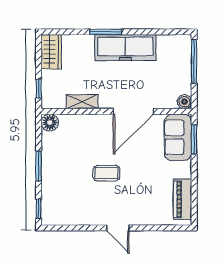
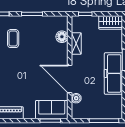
boiler: (184, 102) -> (76, 98), moved
floor lamp: (50, 122) -> (62, 37), moved
coffee table: (106, 173) -> (13, 39), moved

